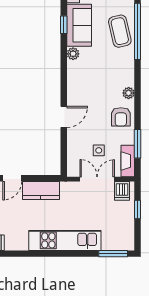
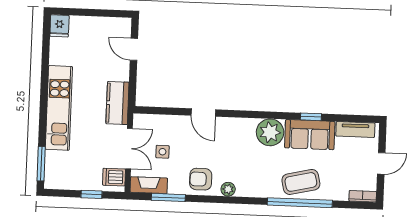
plant: (73, 54) -> (270, 132), width x1.88, depth x1.88
kitchen counter: (41, 191) -> (117, 103), moved

